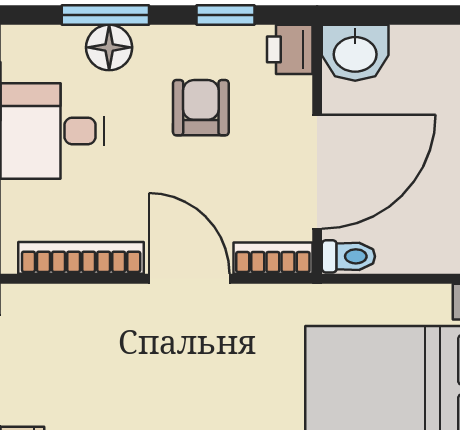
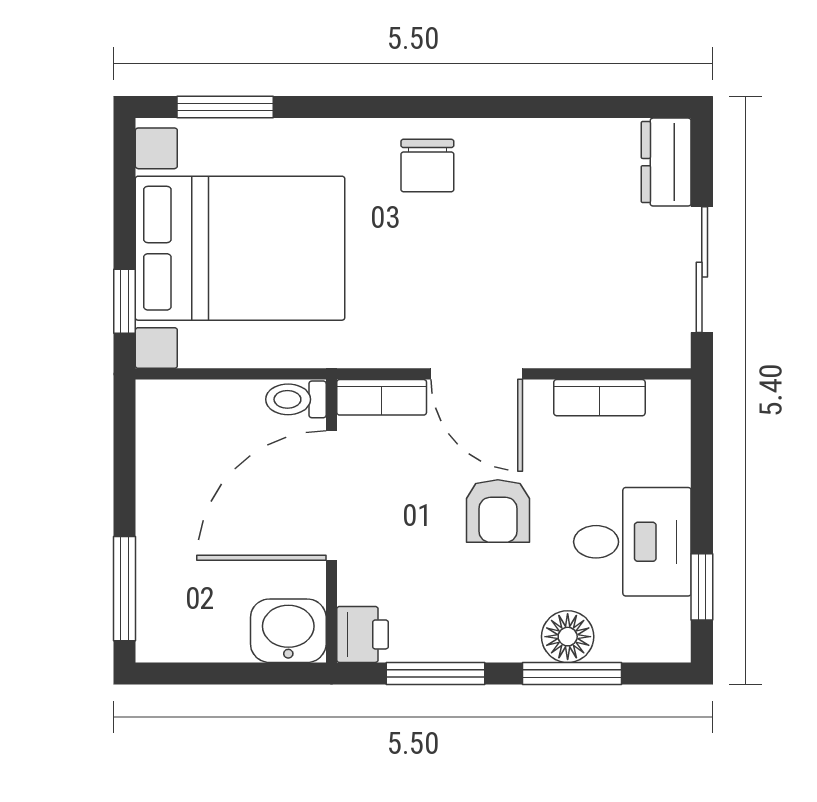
window: (226, 15) -> (435, 674), width x1.50
armchair: (201, 108) -> (498, 511), moved
bookcase: (81, 258) -> (599, 398), width x0.64

